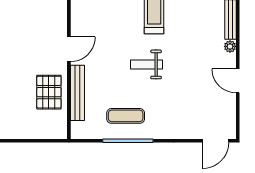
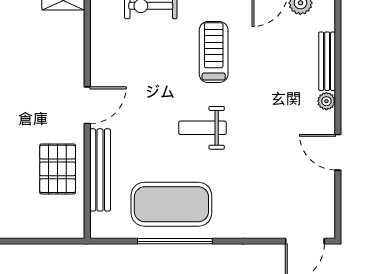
exercise mat: (126, 116) -> (171, 204), width x2.00, depth x1.45

